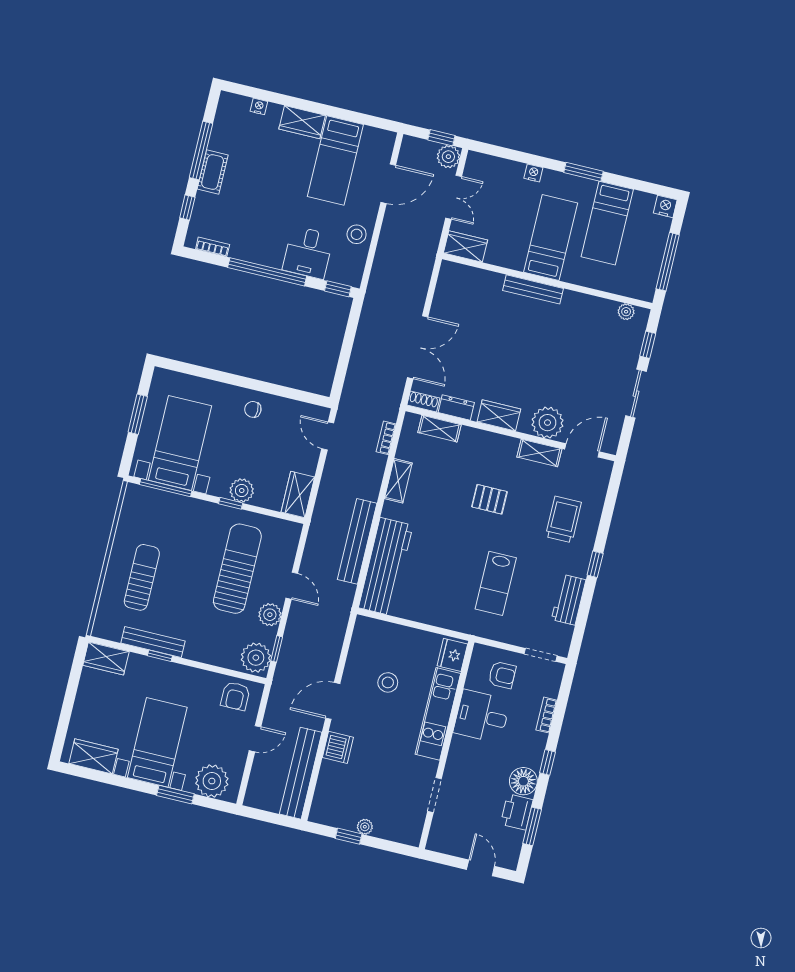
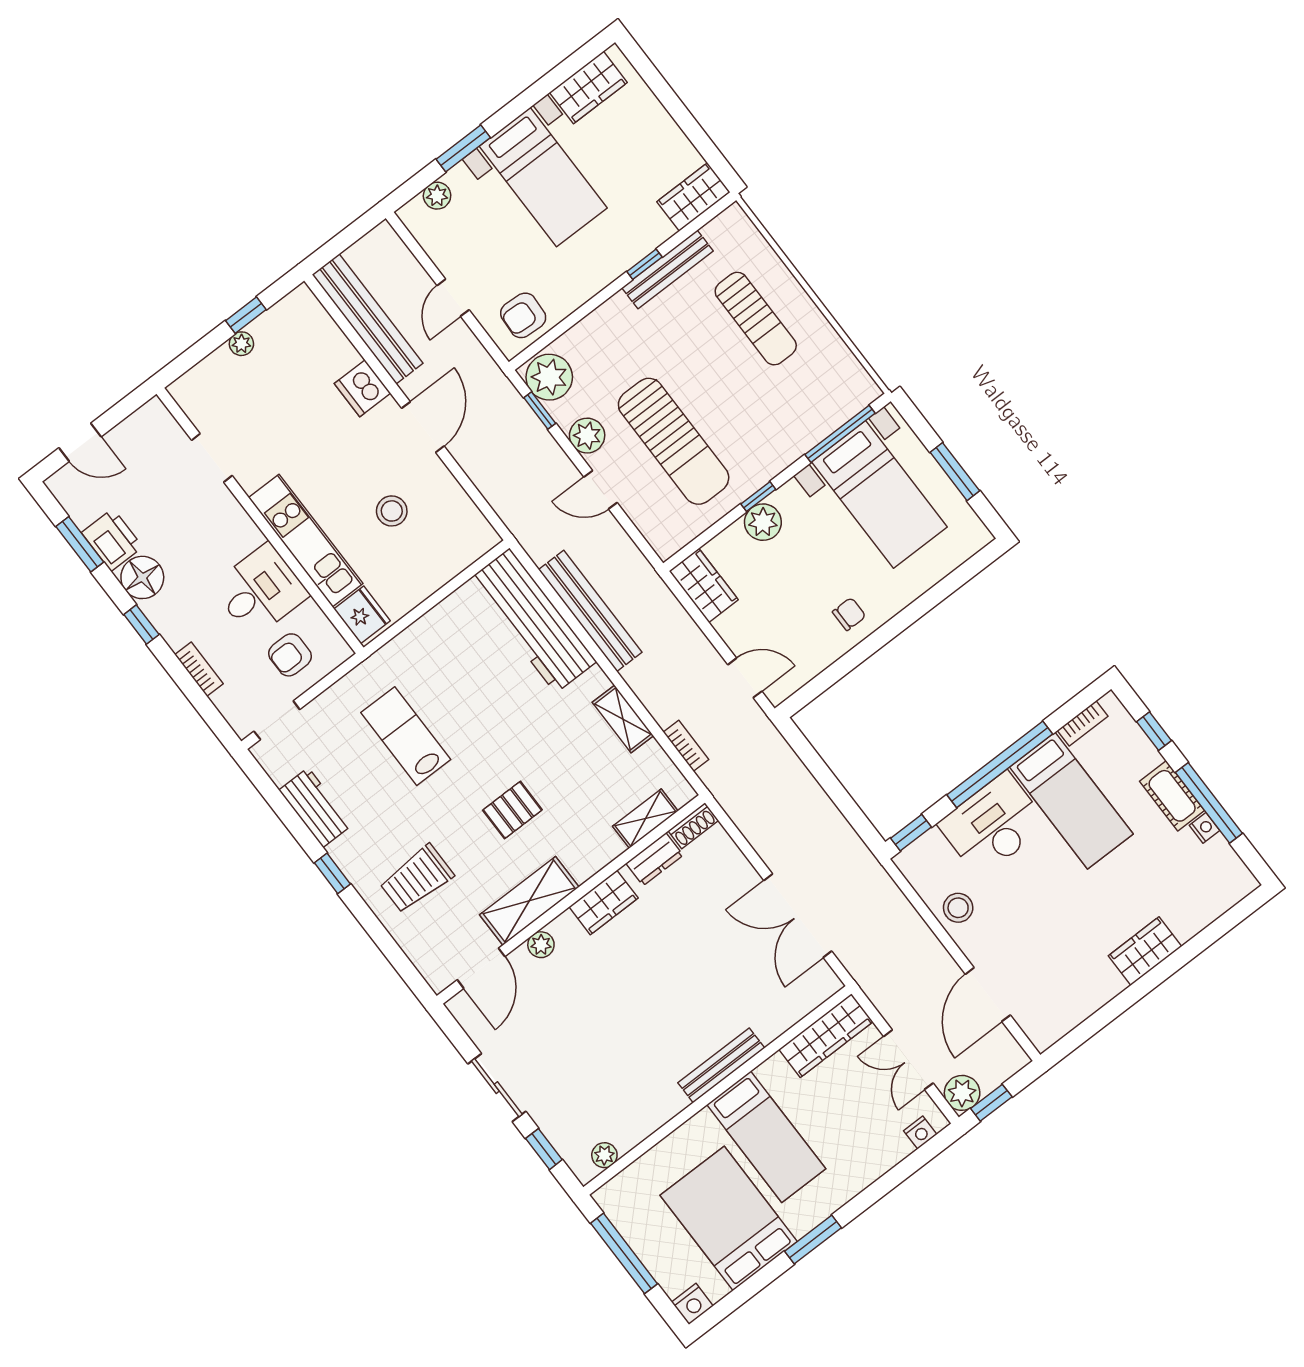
nightstand: (259, 106) -> (1205, 828), moved, turned -90
bed: (335, 161) -> (1071, 801), moved, turned 180
nightstand: (533, 173) -> (920, 1133), moved
bed: (607, 223) -> (729, 1218), width x1.50
wardrobe: (466, 246) -> (826, 1036), width x1.50
desk: (308, 253) -> (993, 825), width x1.37
double door: (418, 347) -> (798, 916), moved
plant: (548, 423) -> (541, 945), width x0.53, depth x0.53
shelving: (539, 453) -> (529, 901), width x1.50, depth x1.33
trolley: (563, 519) -> (417, 879), turned 90
armchair: (235, 696) -> (523, 315), turned -87
plant: (212, 781) -> (437, 196), width x0.53, depth x0.53

